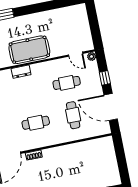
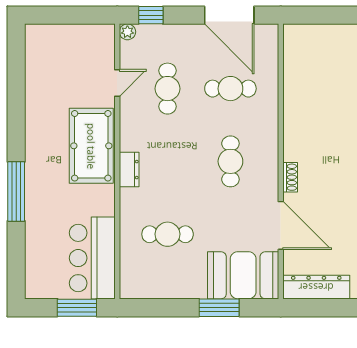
door: (76, 54) -> (117, 83), moved
window: (105, 78) -> (151, 15), moved
door: (111, 107) -> (229, 15), hinge flipped

